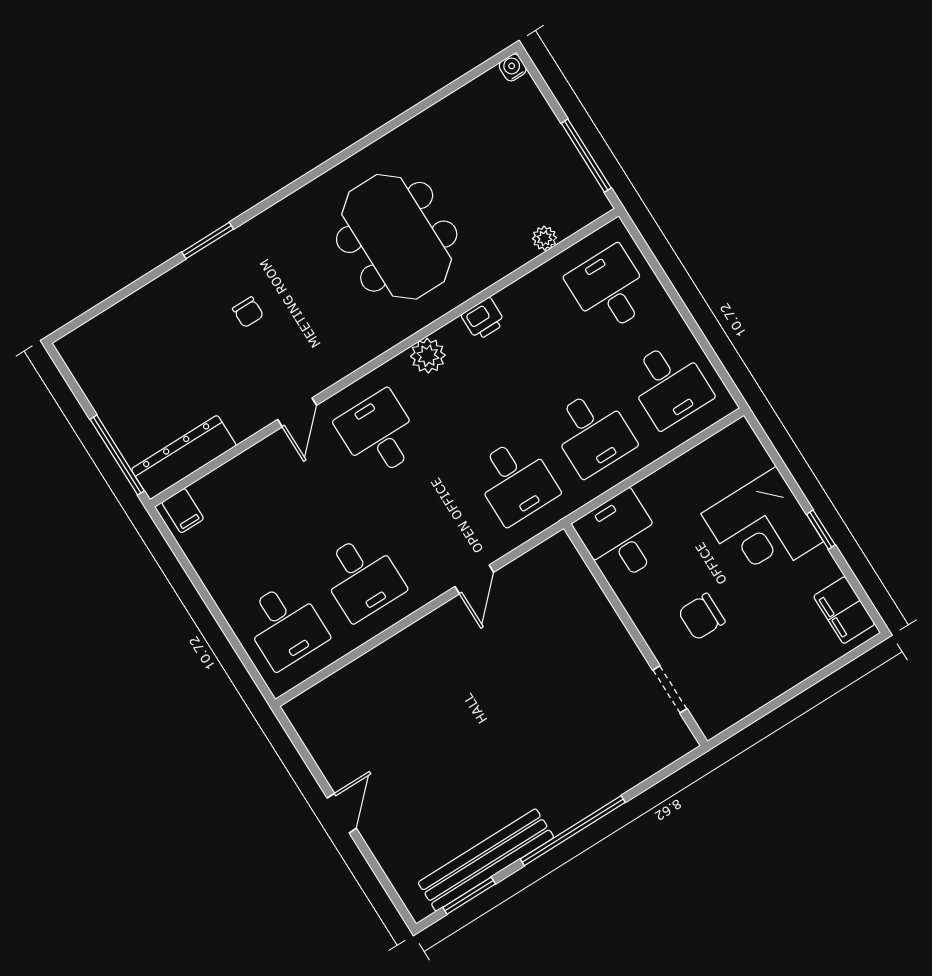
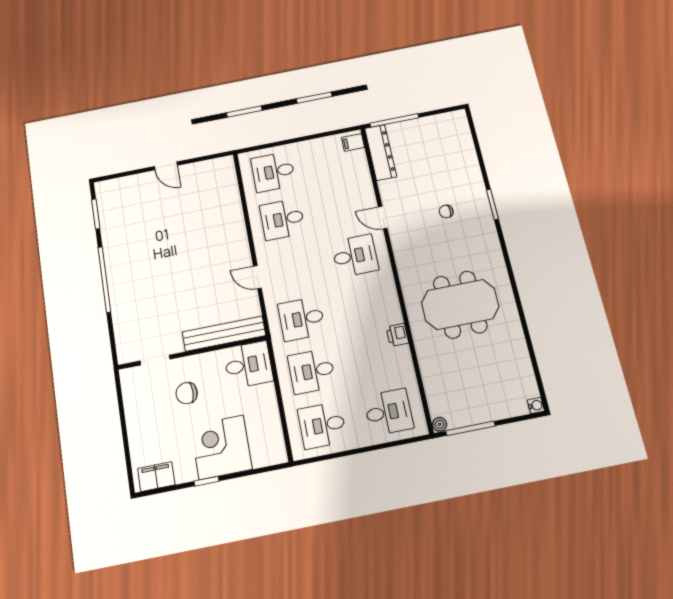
plant: (544, 238) -> (440, 424), moved
plant: (428, 356) -> (388, 297), removed
chair: (702, 617) -> (187, 393), turned -90
bench: (486, 860) -> (224, 334), moved, turned 90

